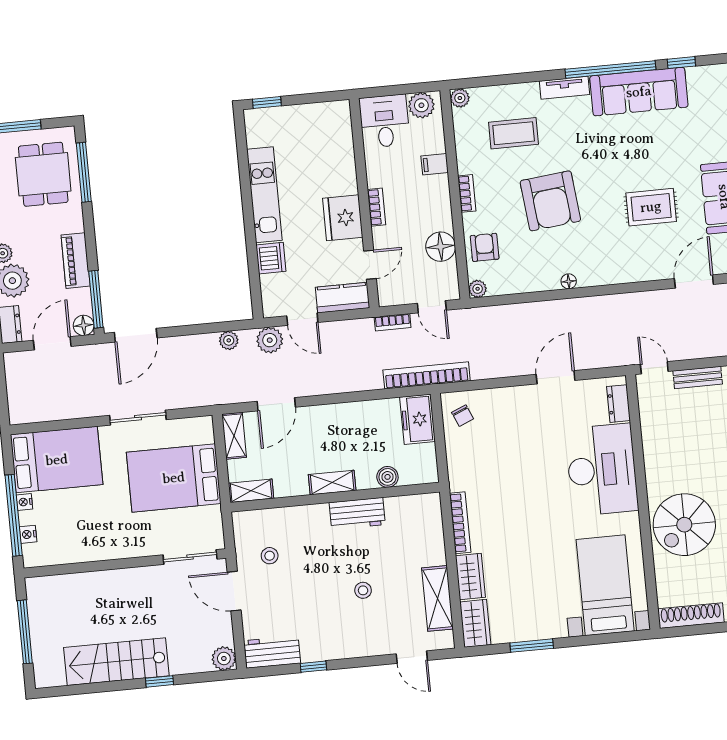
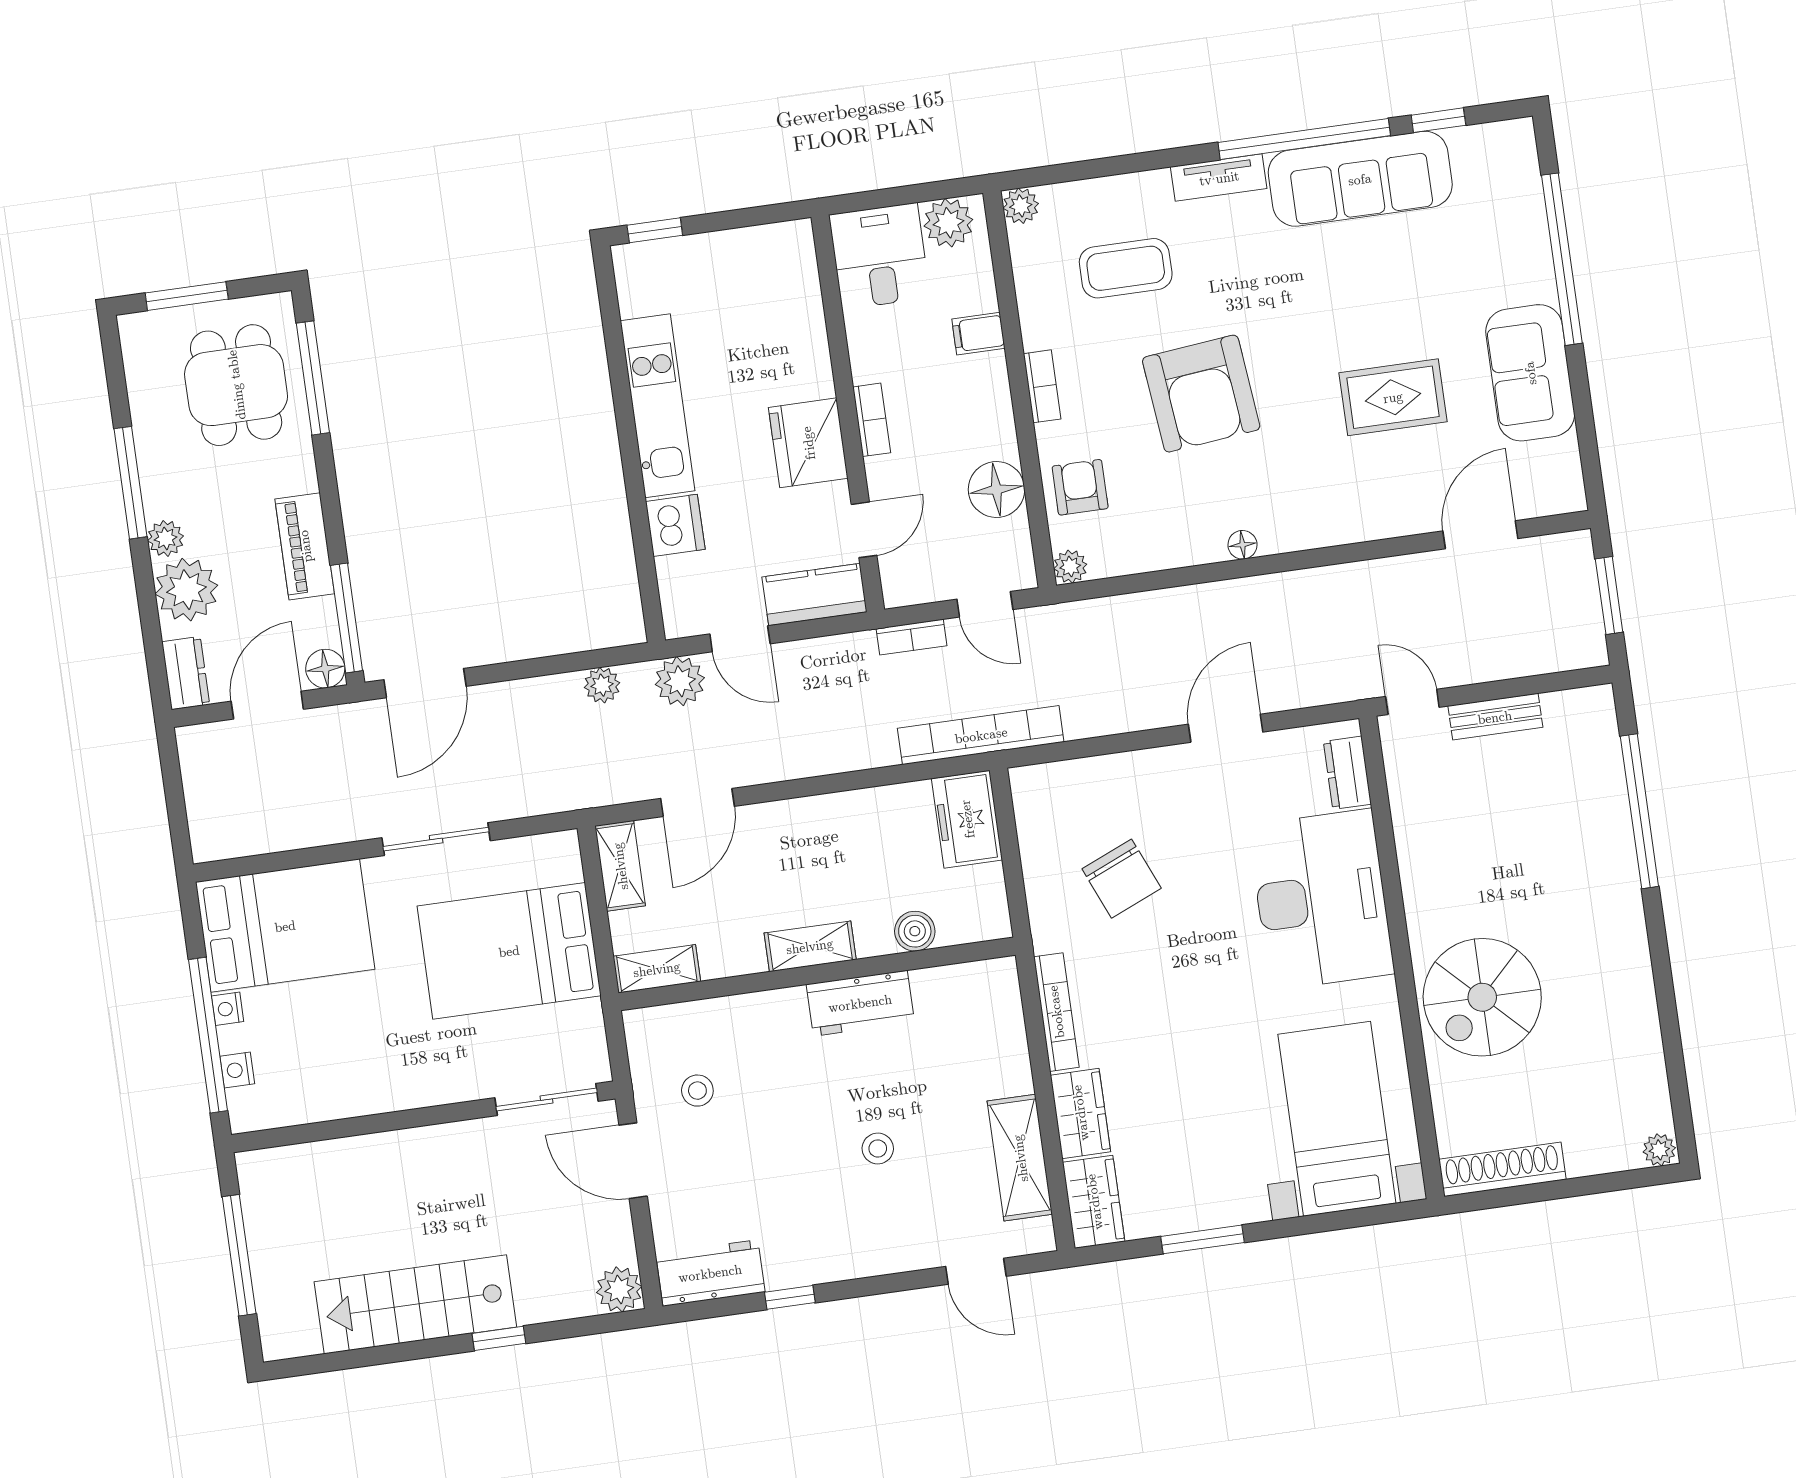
chair: (463, 416) -> (1122, 879), moved, width x1.87, depth x1.87

